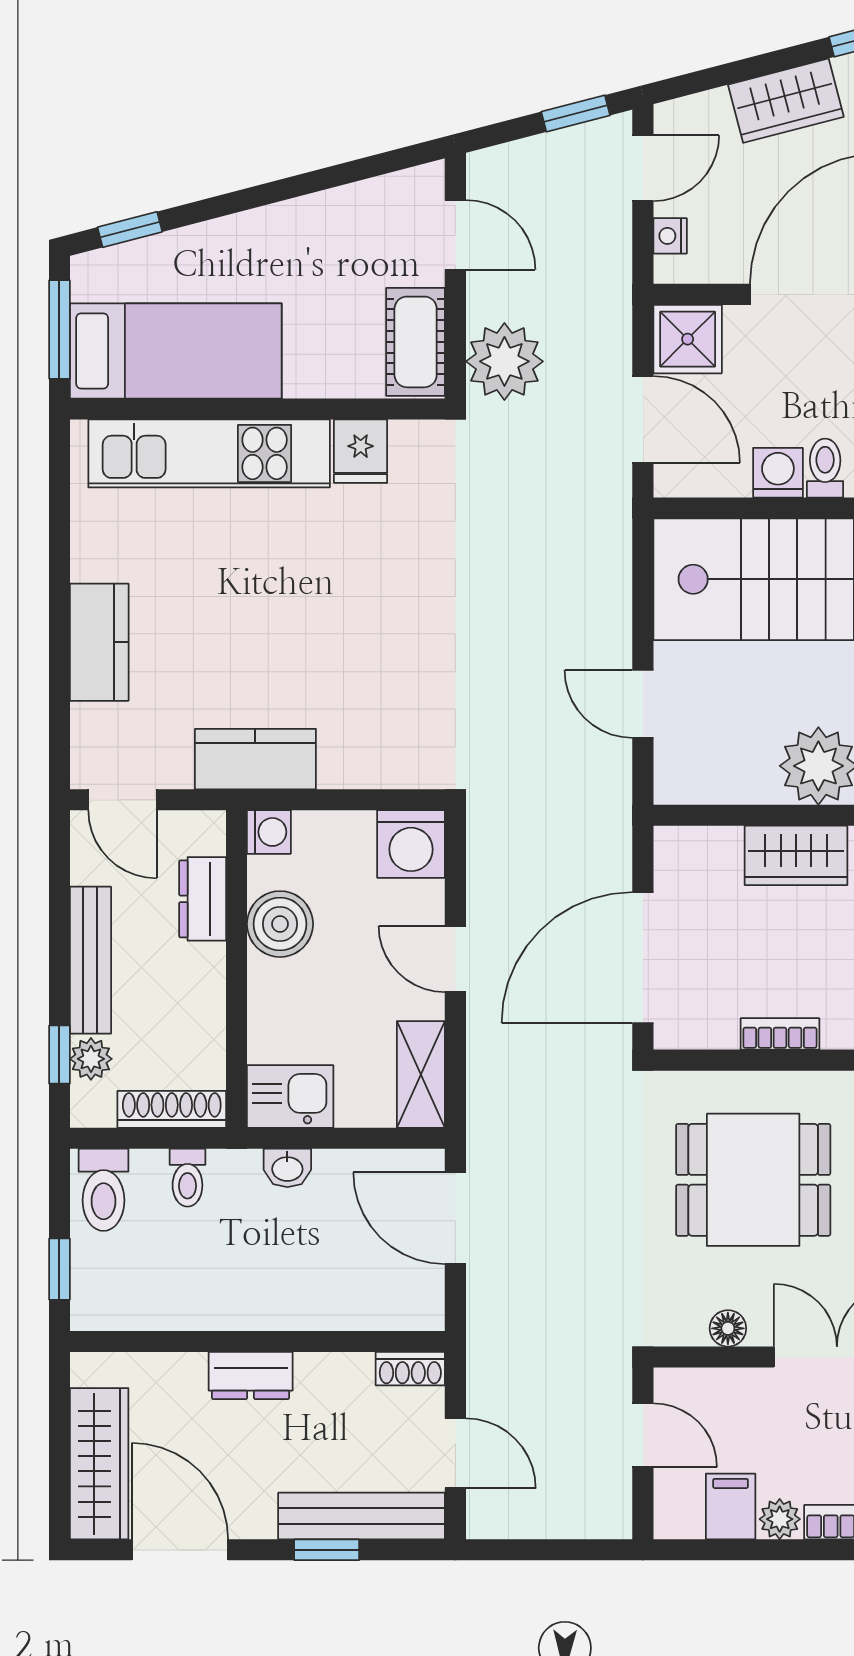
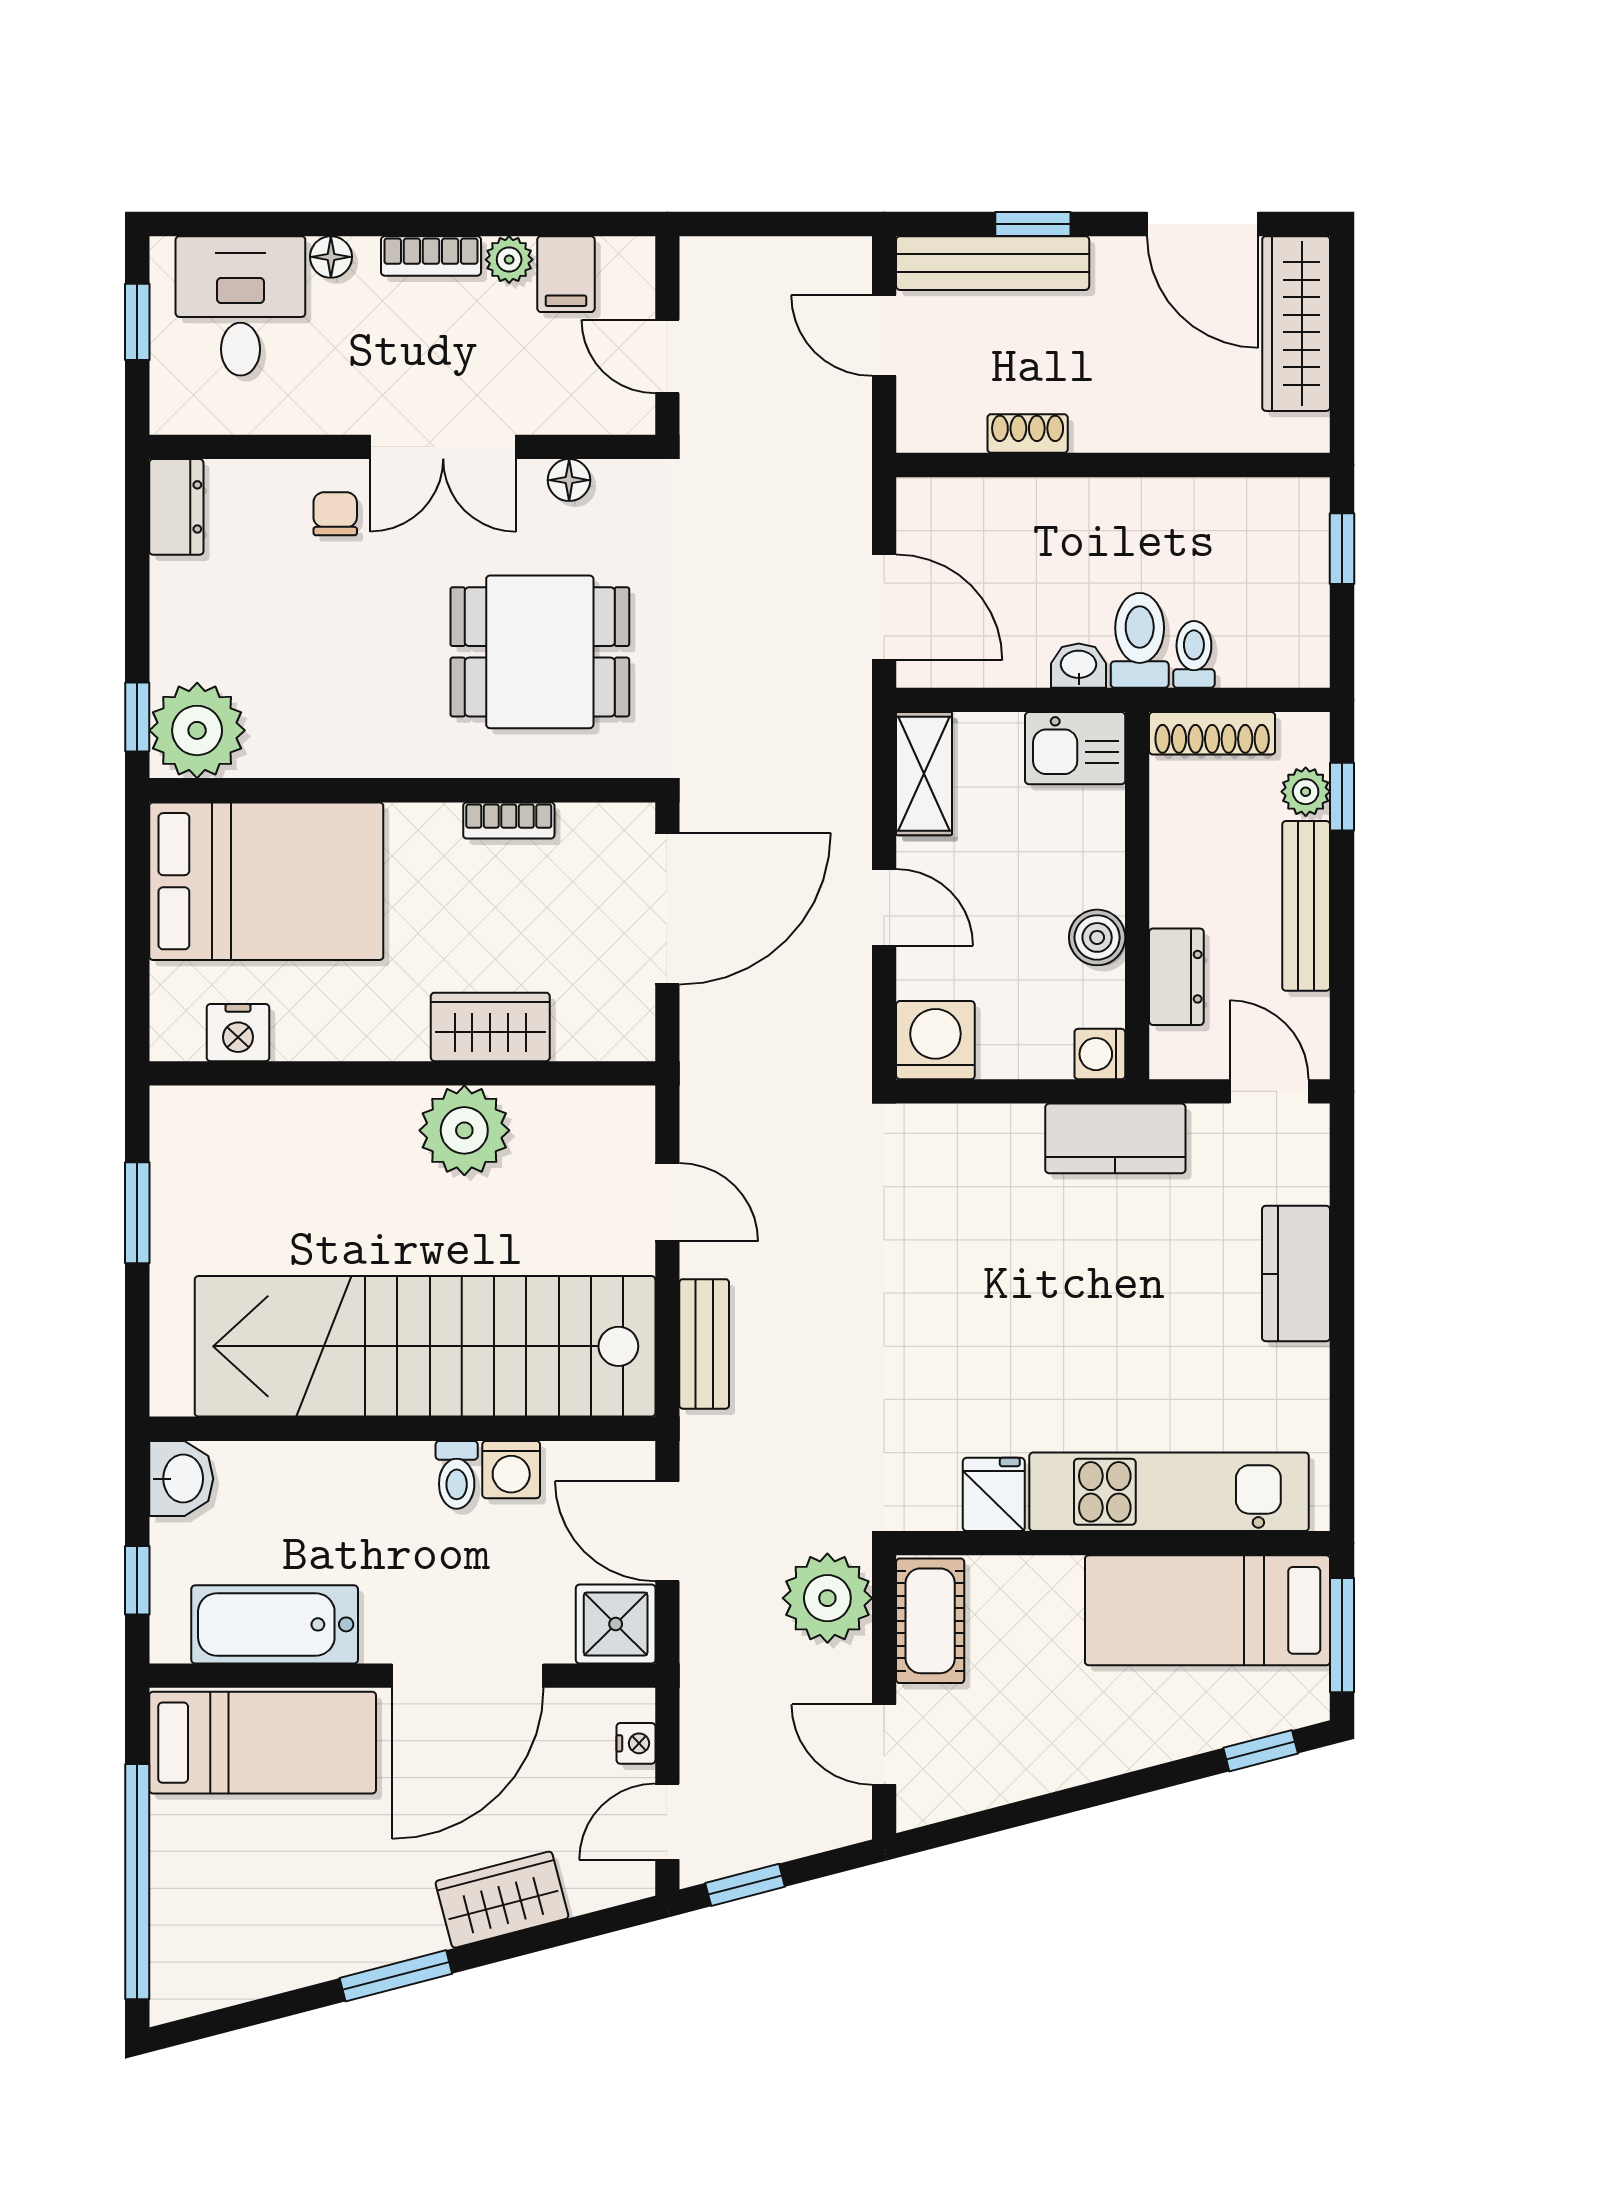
bench: (611, 581) -> (704, 1344), added
boiler: (280, 924) -> (1097, 937), width x0.73, depth x0.73
toilet: (103, 1190) -> (1140, 640), moved
shoe rack: (410, 1369) -> (1028, 433), moved
dresser: (251, 1375) -> (1121, 426), removed

